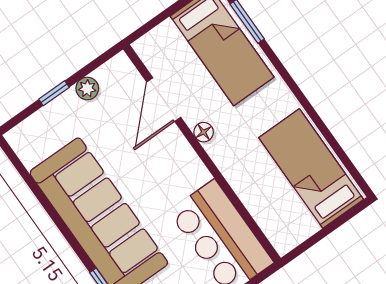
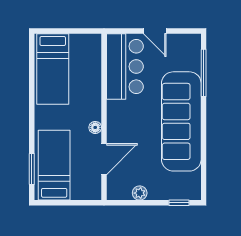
window: (54, 93) -> (179, 203), moved

